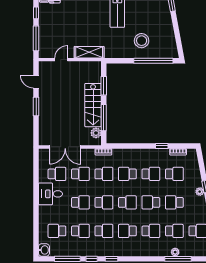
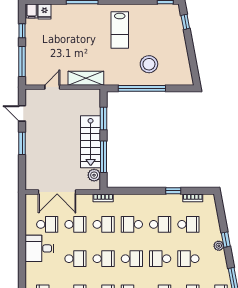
window: (153, 61) -> (142, 88), moved

